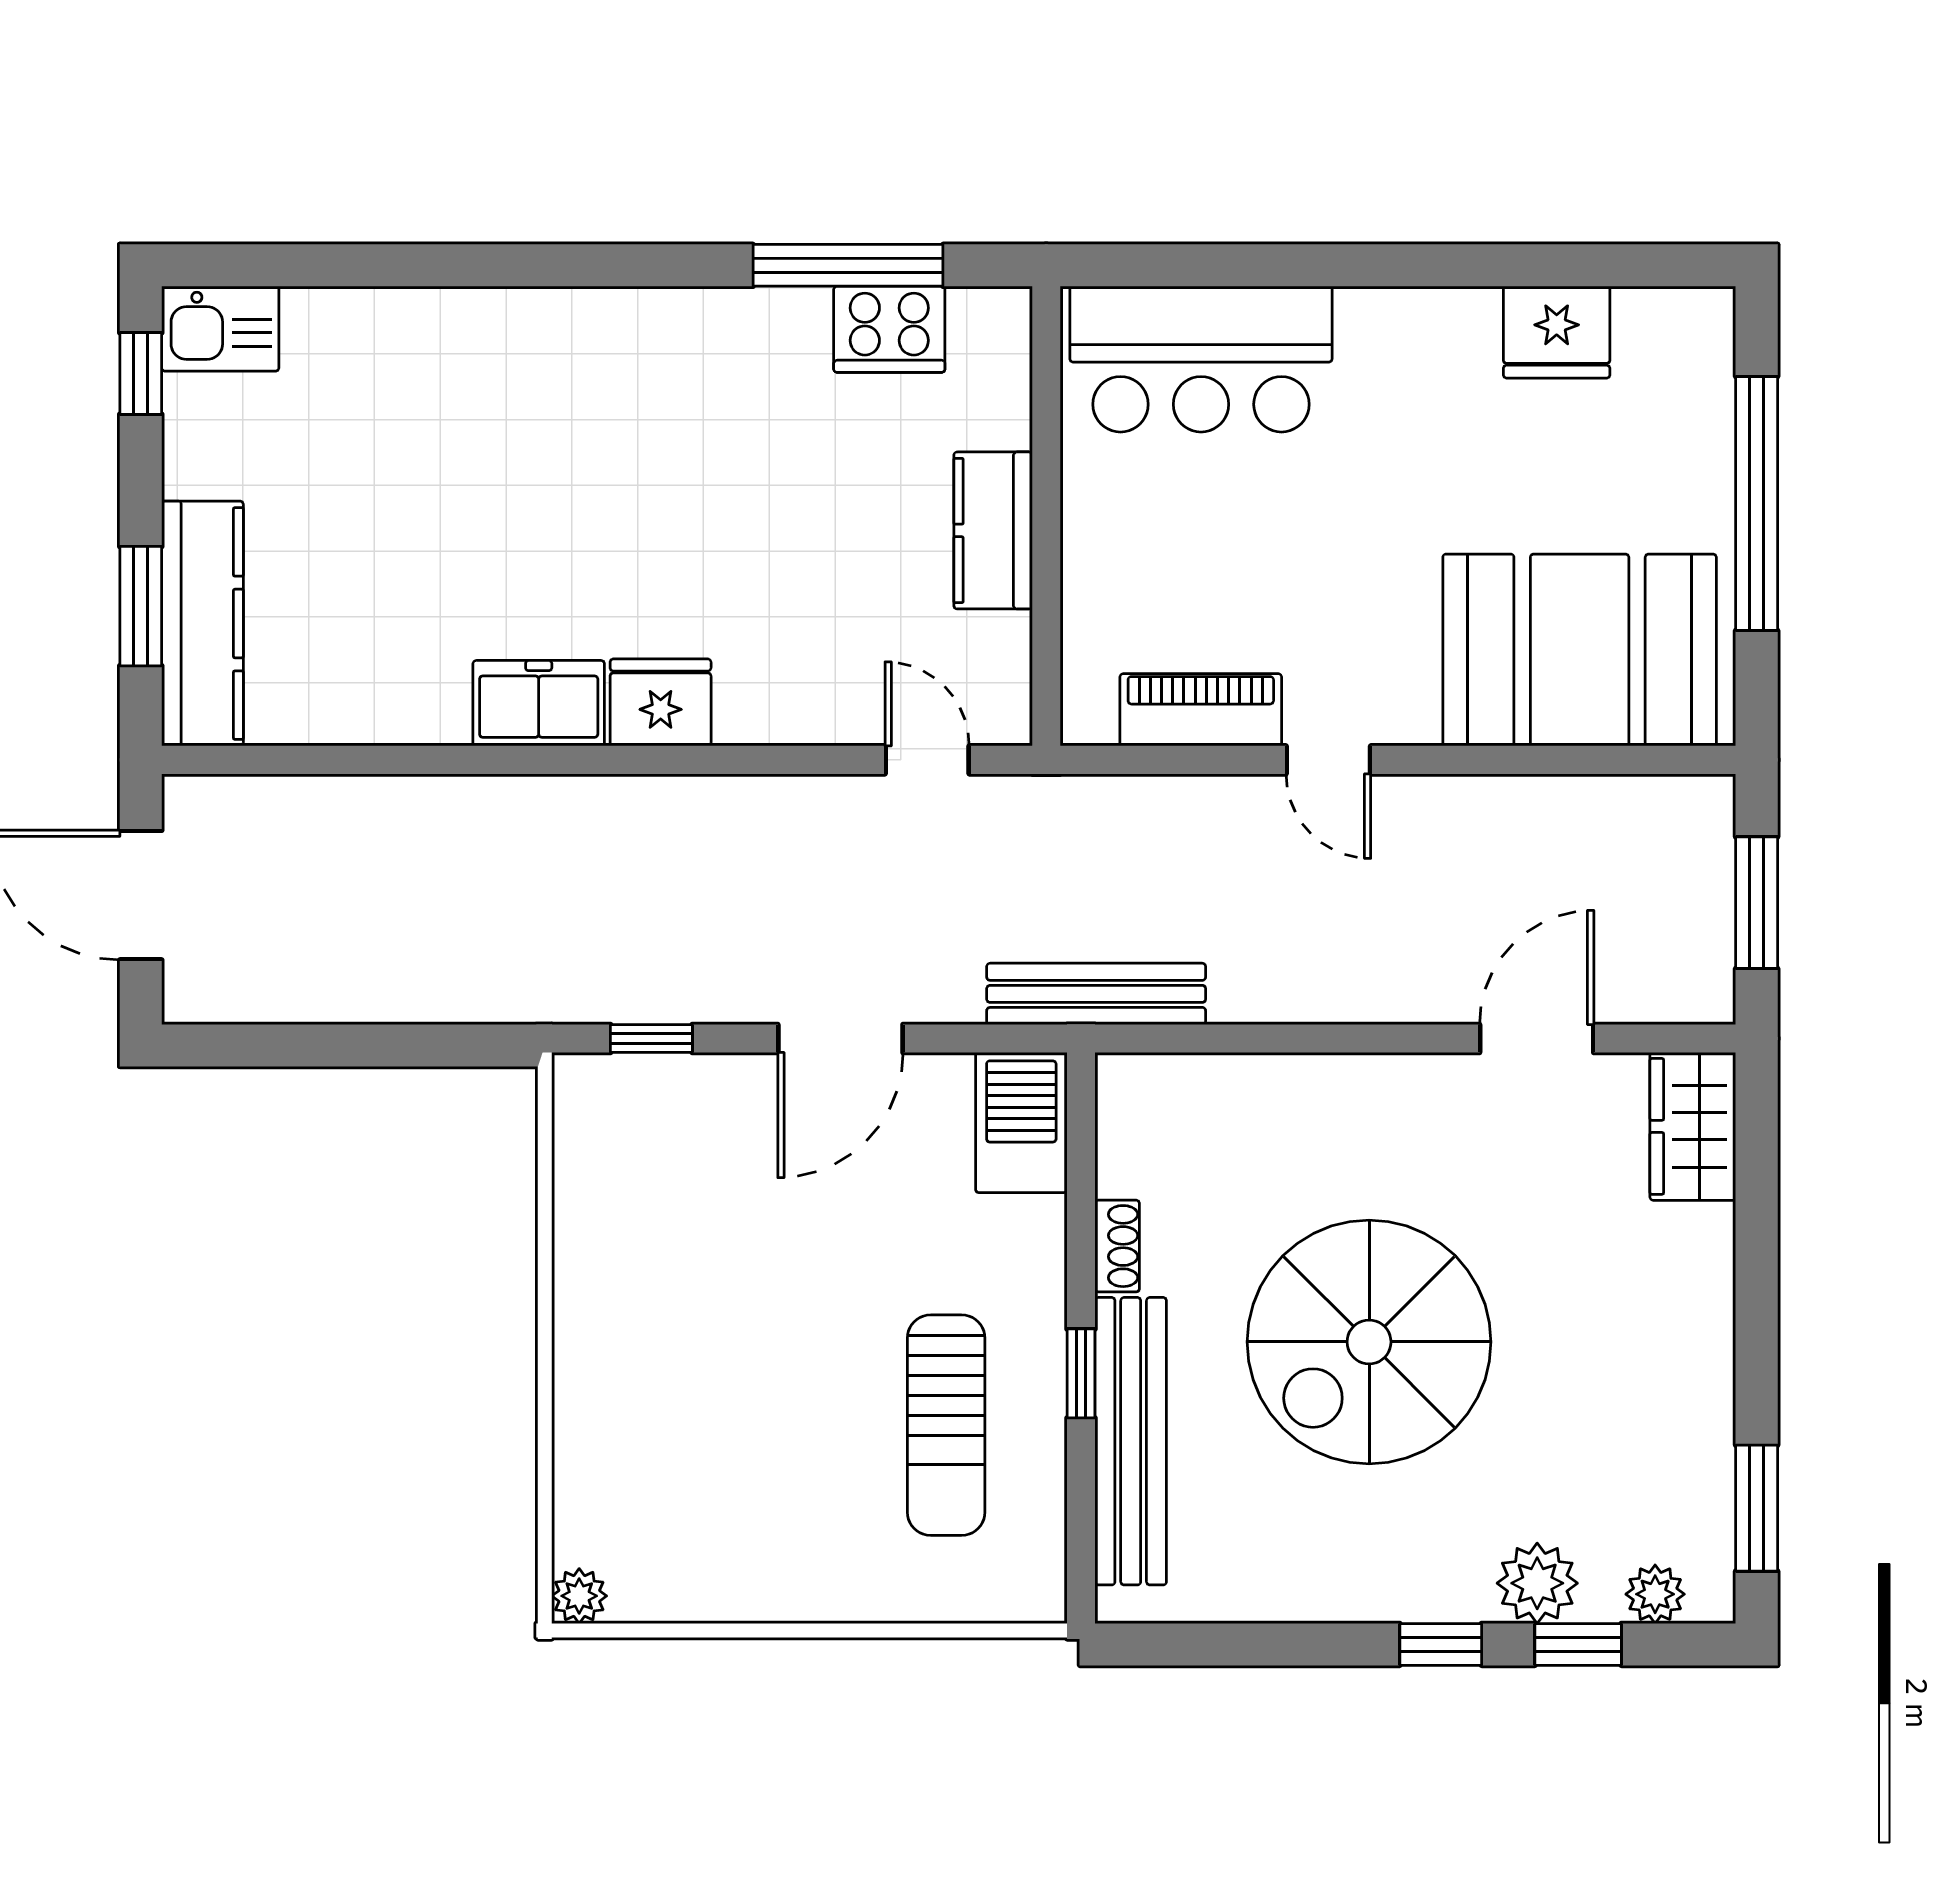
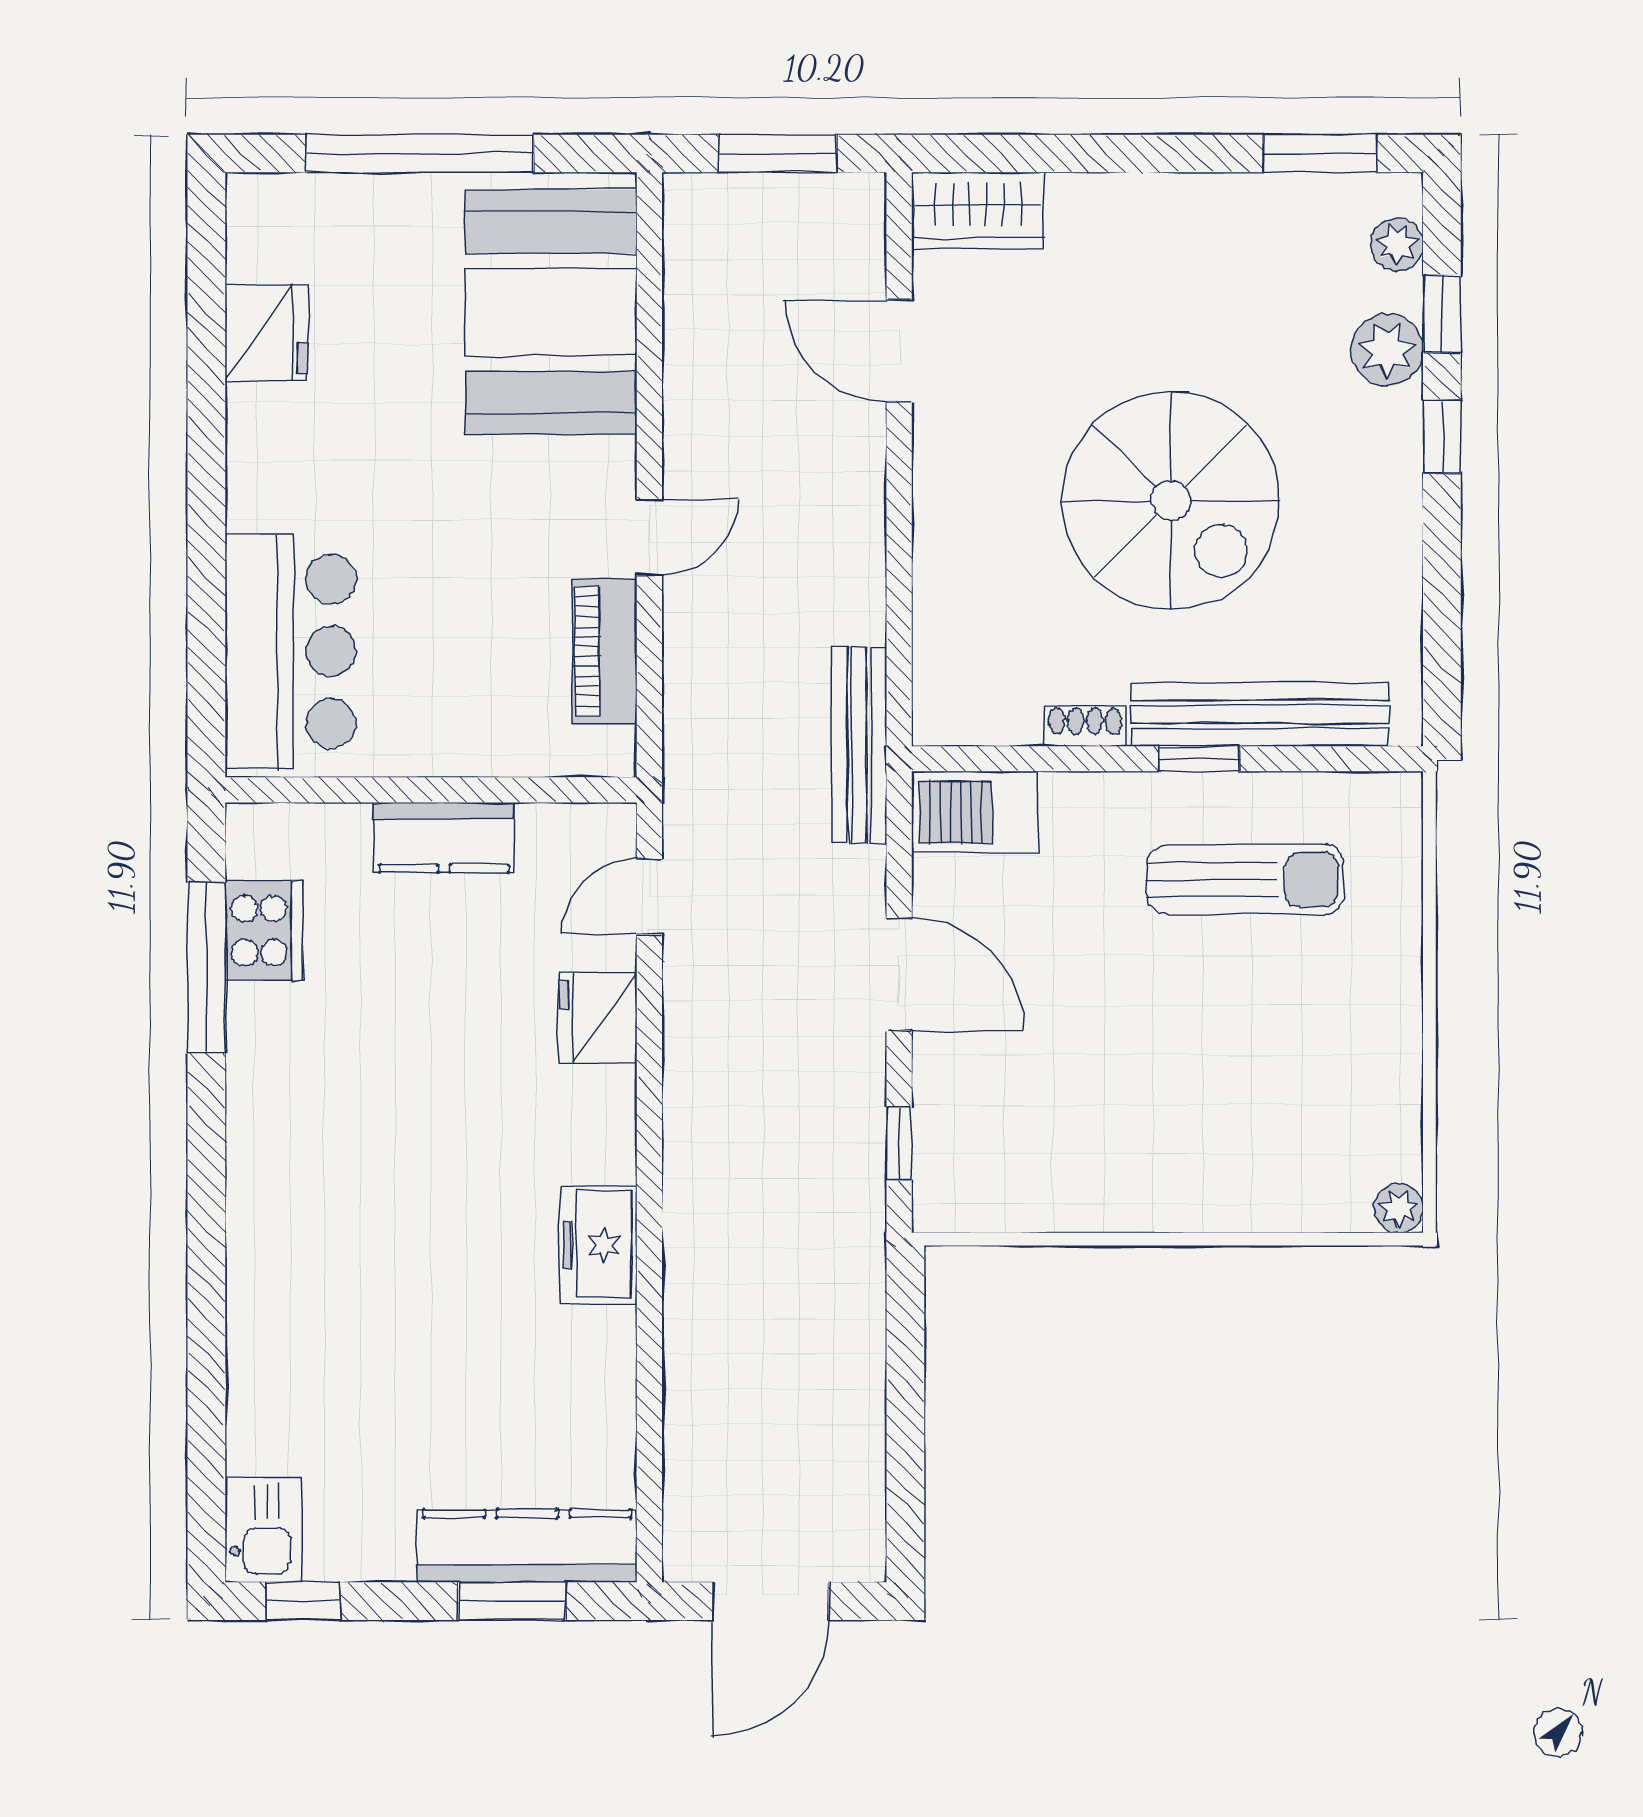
fridge: (661, 702) -> (598, 1018), moved

